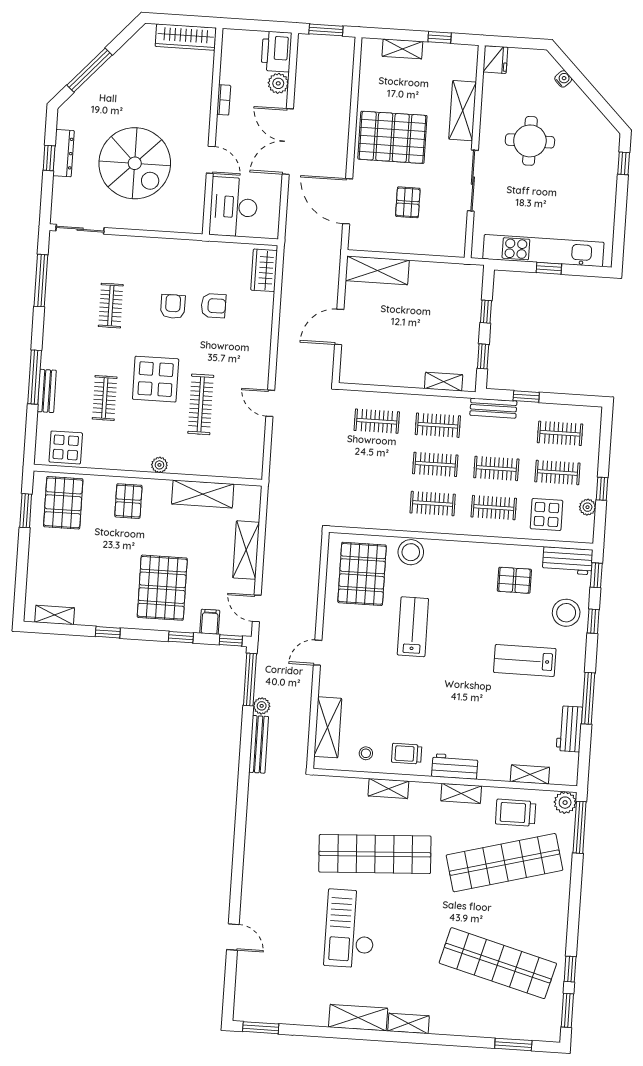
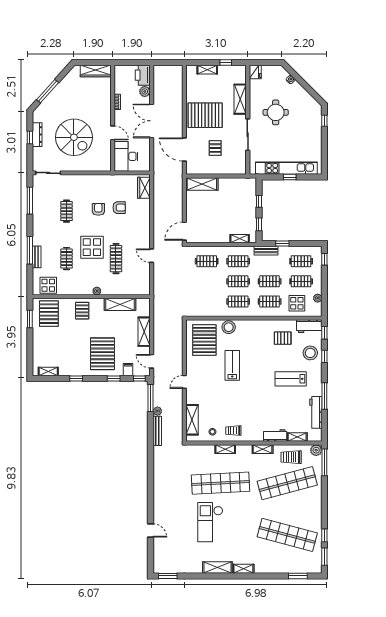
window: (326, 30) -> (167, 62), removed
door: (339, 327) -> (184, 231), moved
window: (602, 489) -> (324, 259), moved
workbench: (569, 729) -> (316, 412), width x1.38
workbench: (455, 766) -> (275, 435), moved

